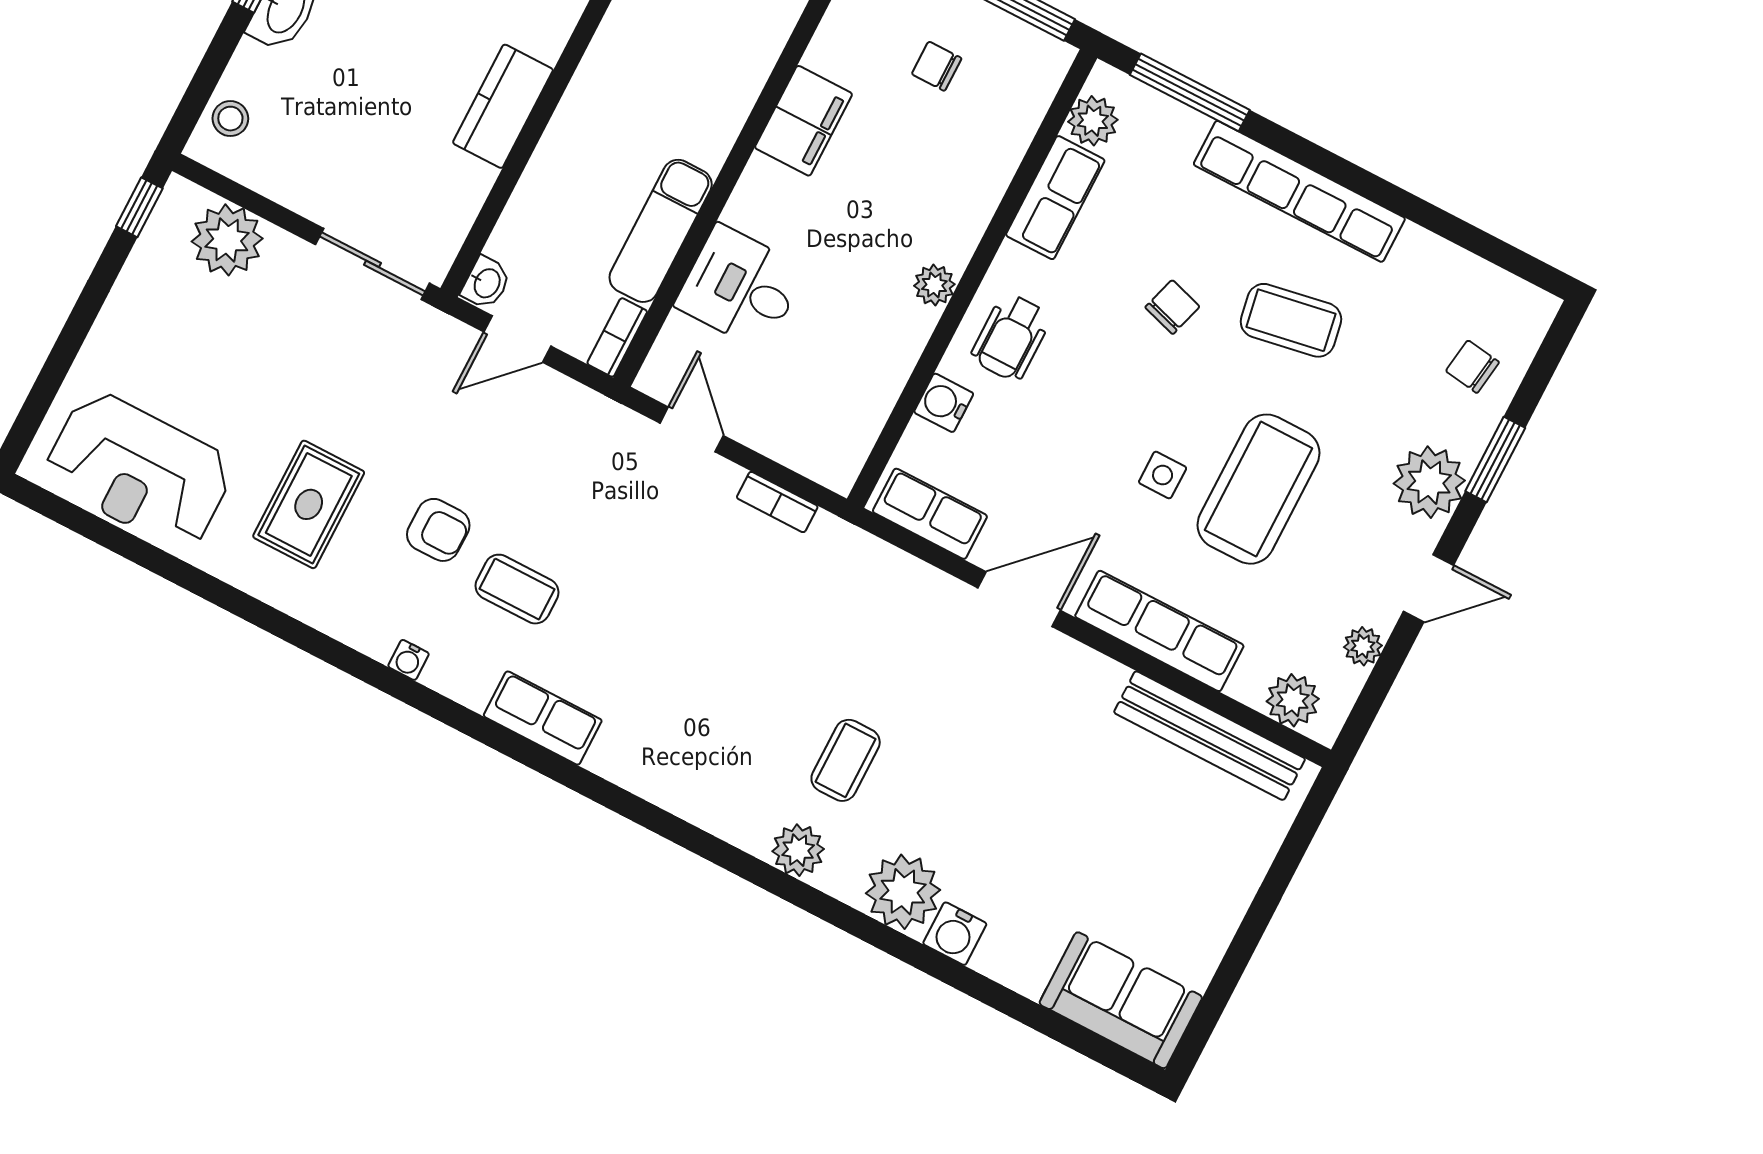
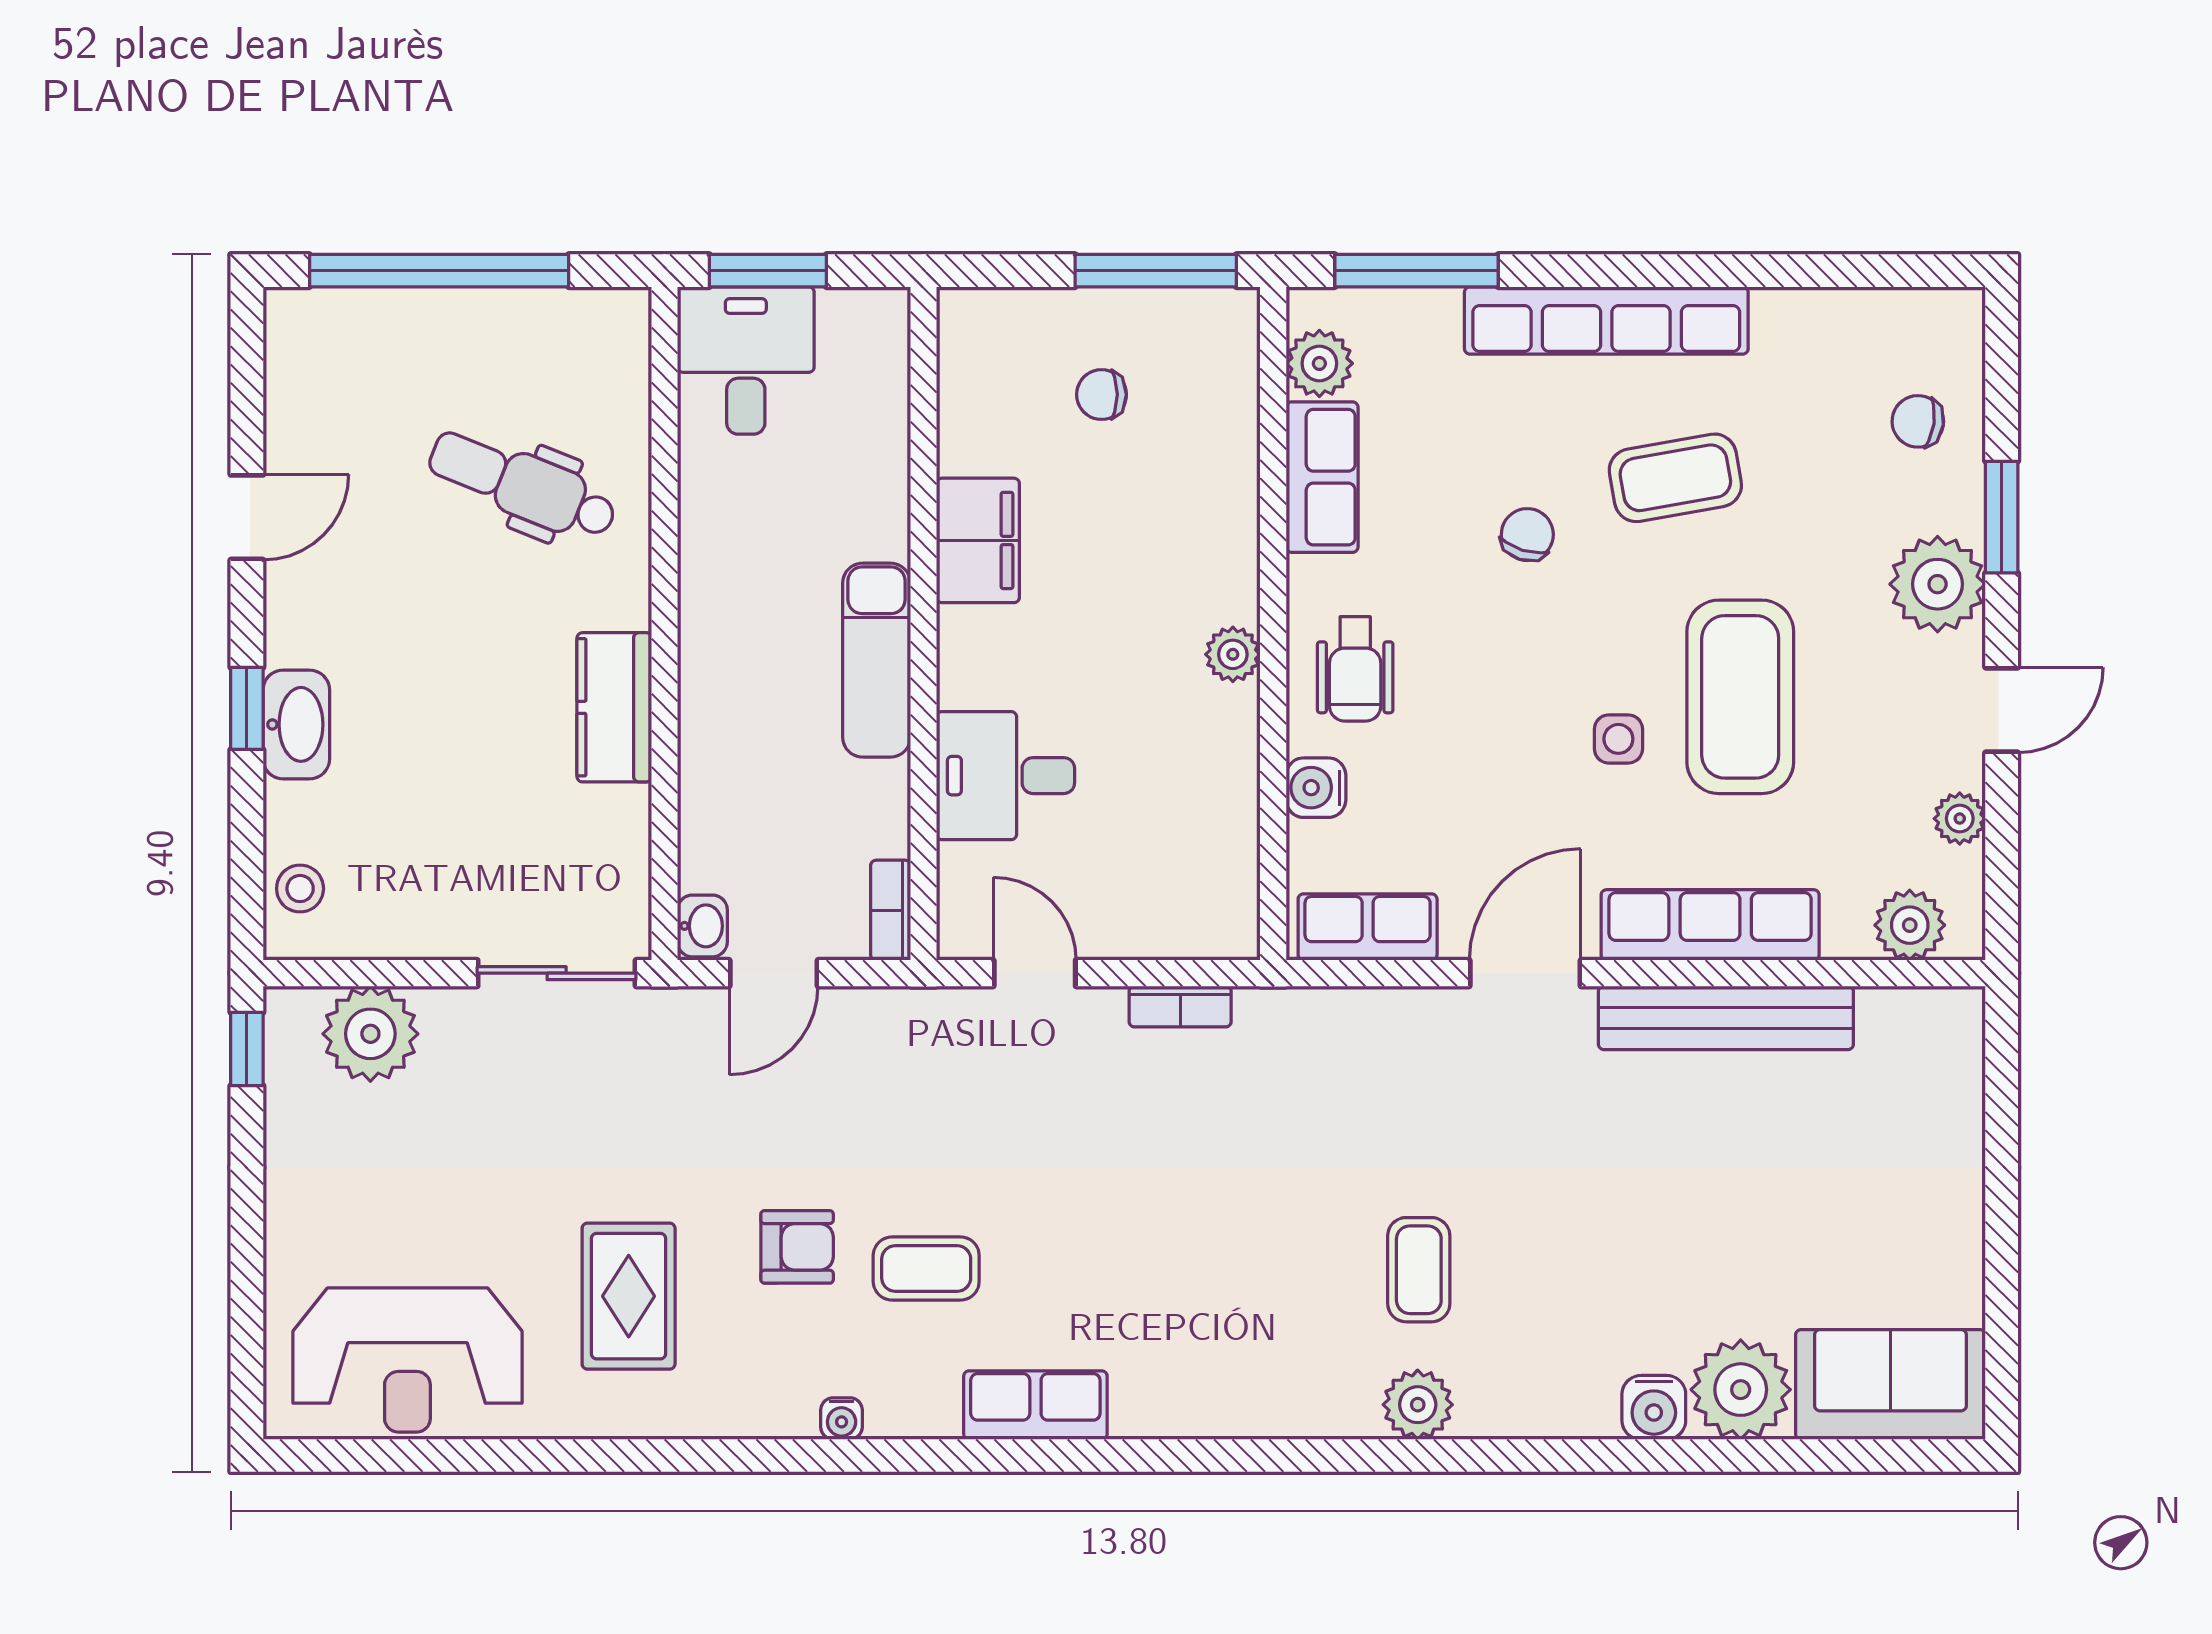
exam couch: (661, 231) -> (877, 660), moved
bench: (1210, 736) -> (1726, 1018), moved
plant: (903, 892) -> (1741, 1390), moved

